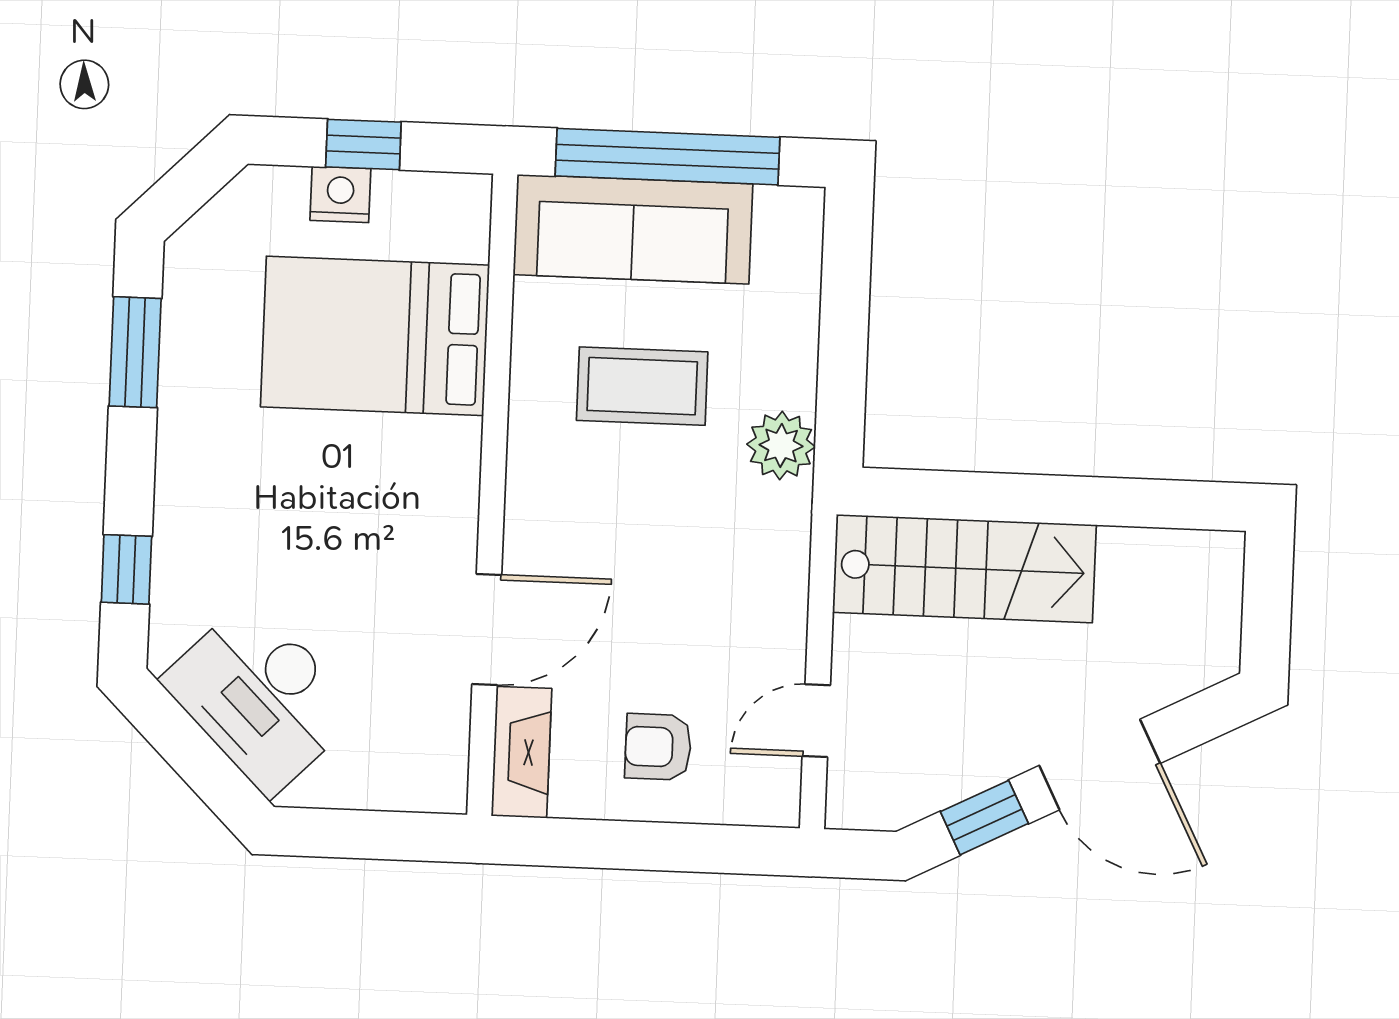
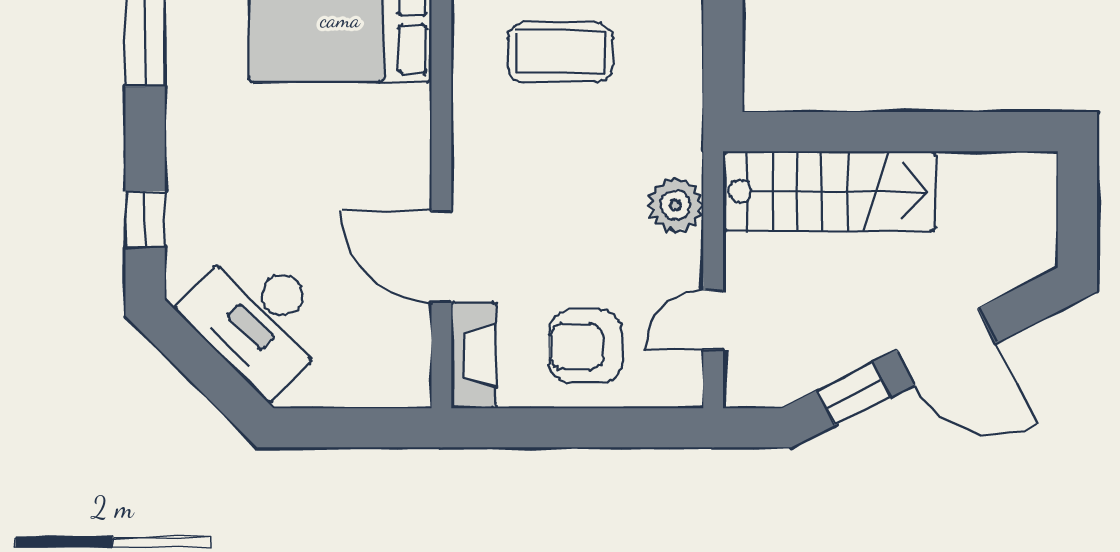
plant: (781, 445) -> (675, 205), moved
door: (487, 629) -> (441, 256), swing flipped
armchair: (658, 747) -> (585, 347), width x1.38, depth x1.38

